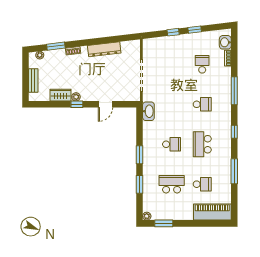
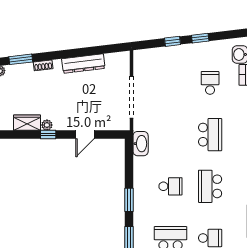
school desk: (202, 104) -> (210, 135), width x1.85

